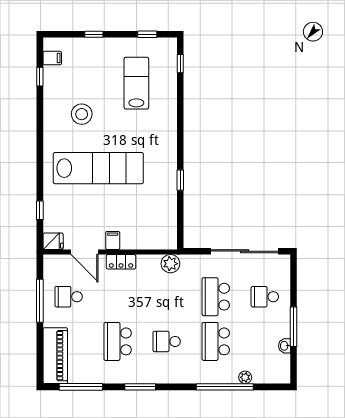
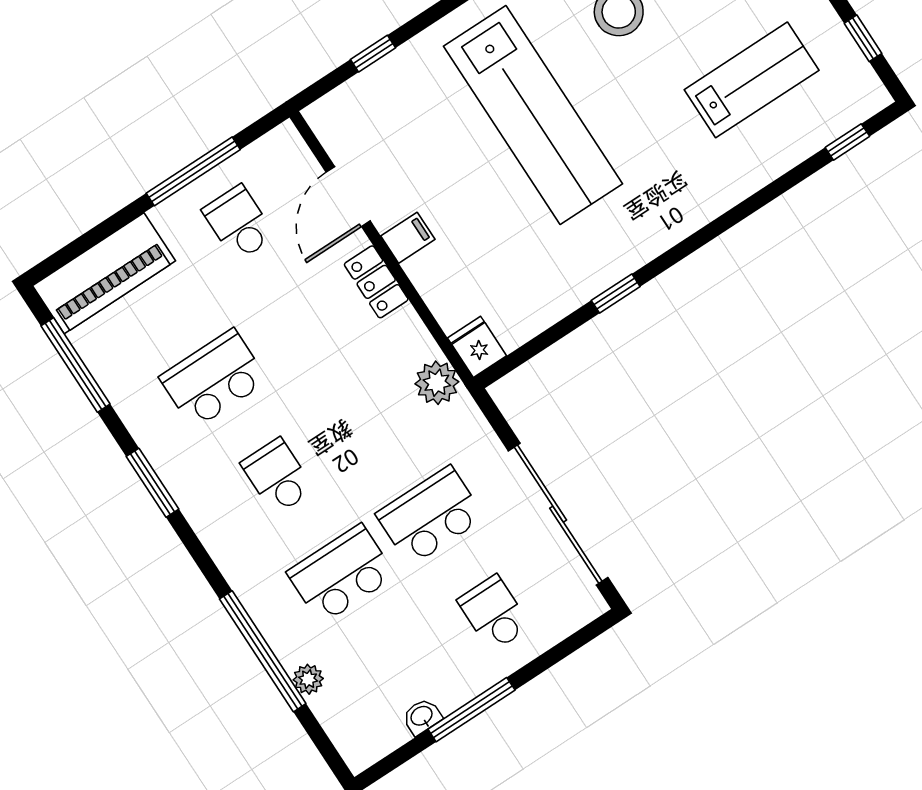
fridge: (53, 241) -> (477, 347), moved, turned 180

